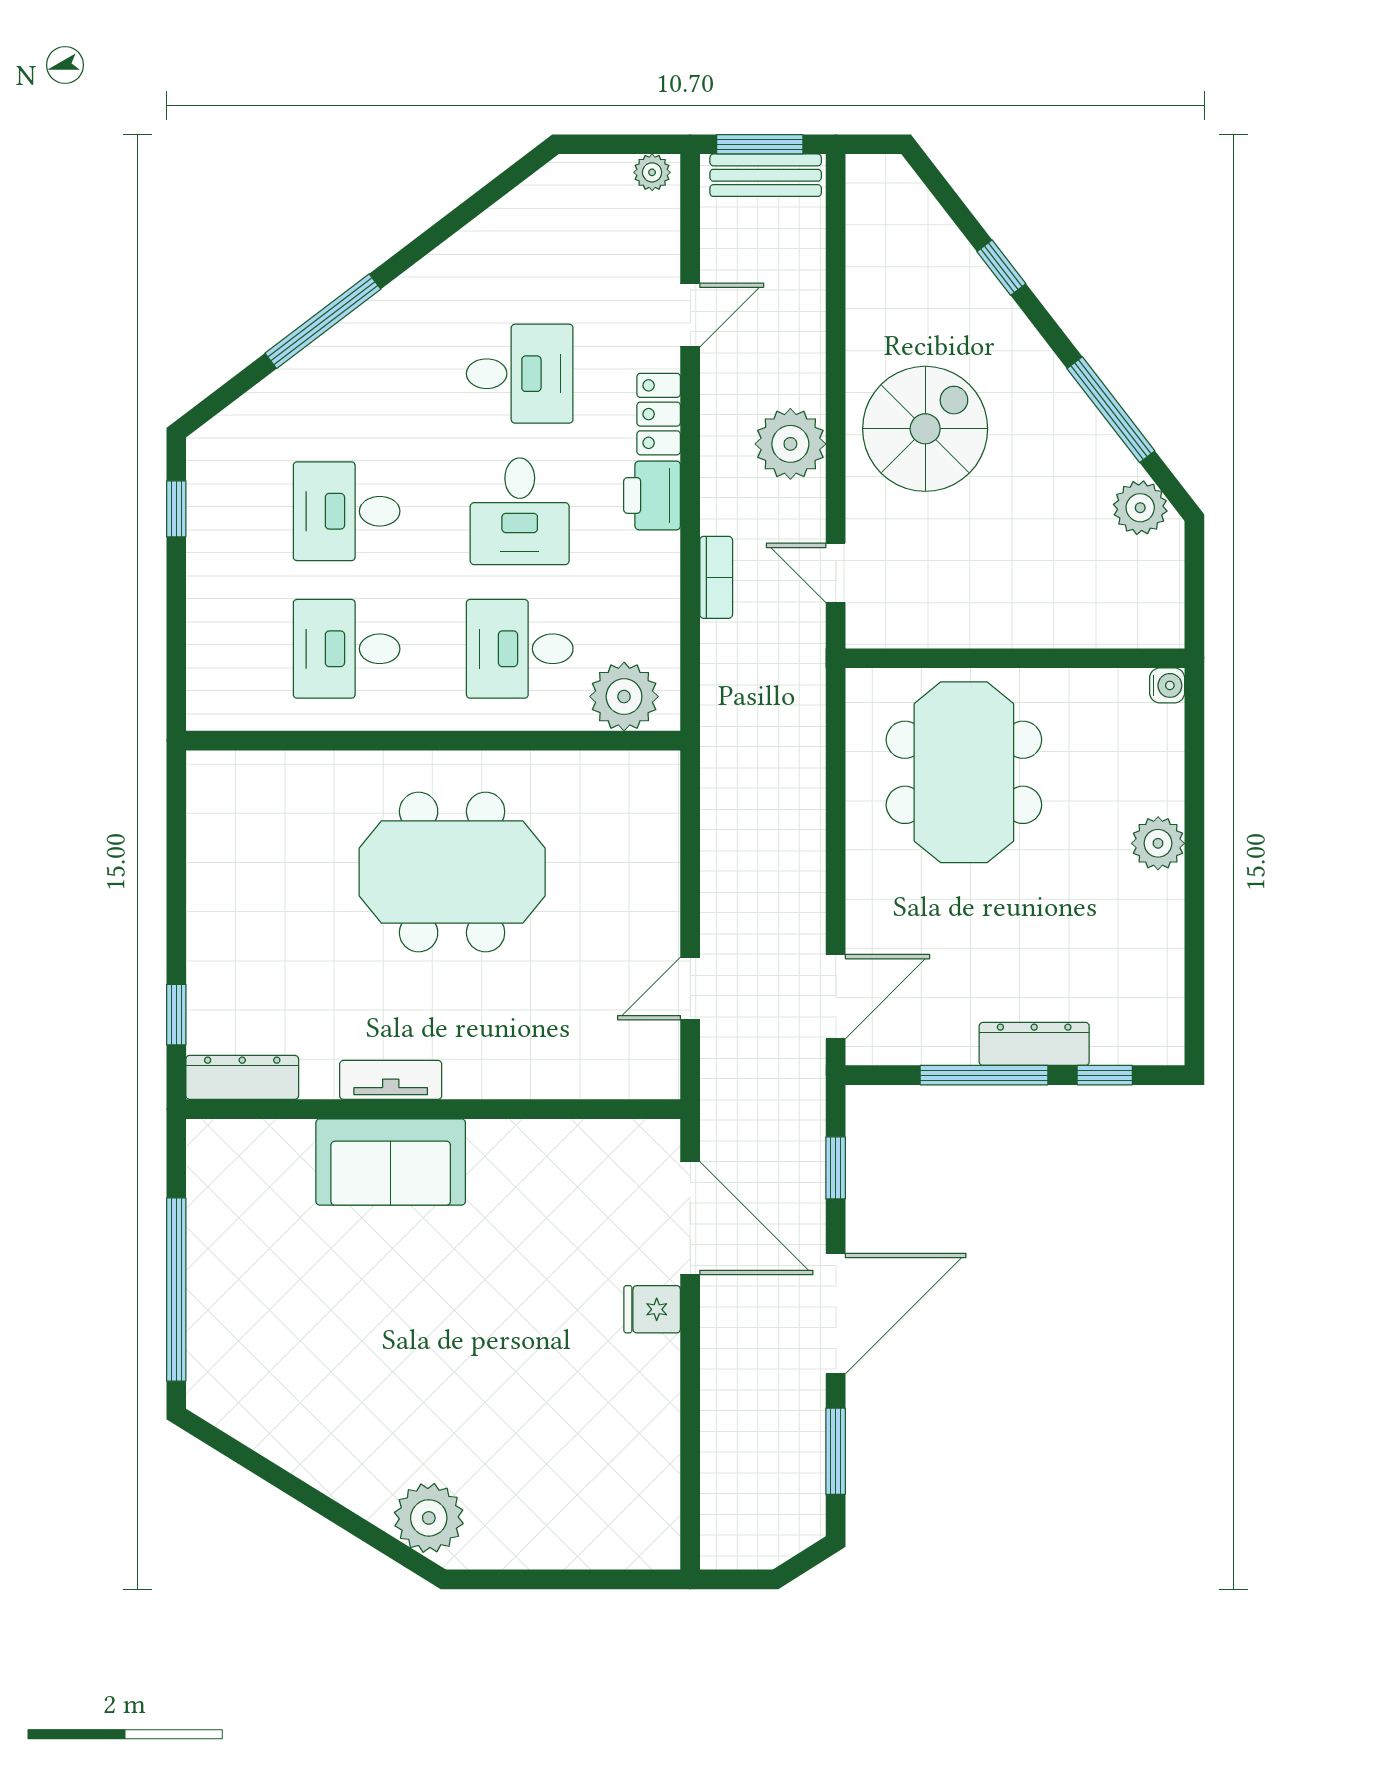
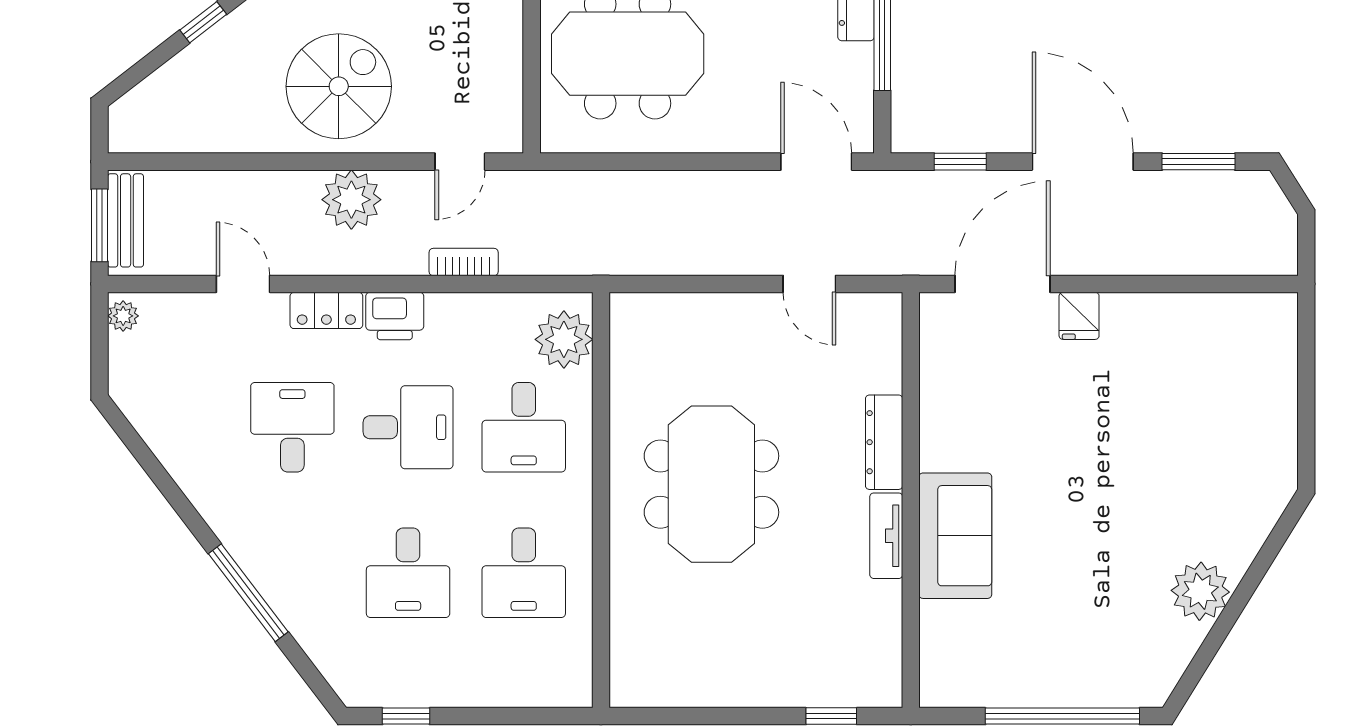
spiral stairs: (925, 429) -> (339, 86), turned 90
dresser: (242, 1077) -> (884, 442), moved
plant: (429, 1518) -> (1200, 591), moved

